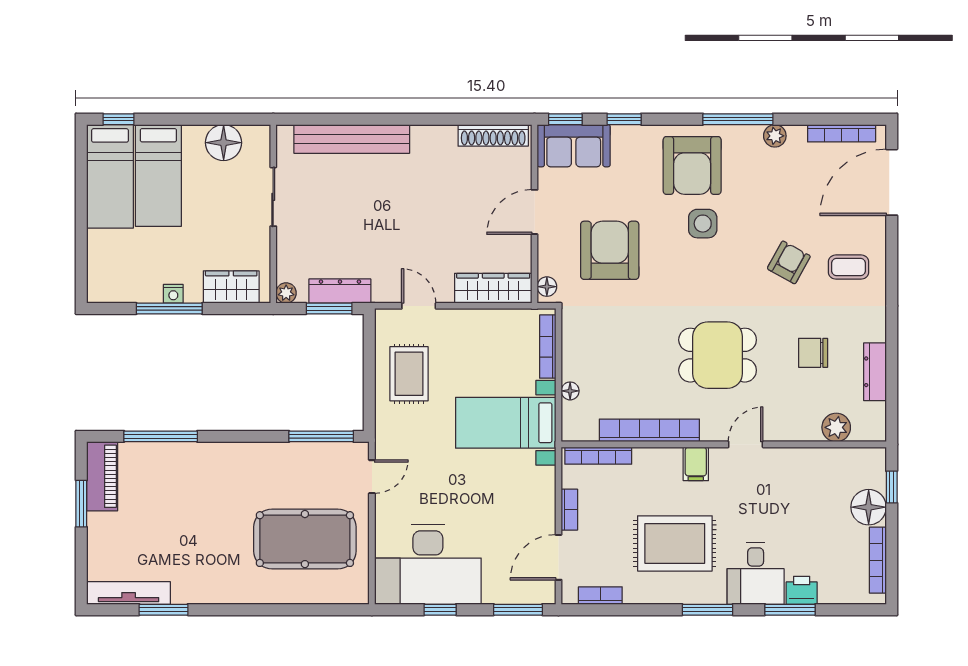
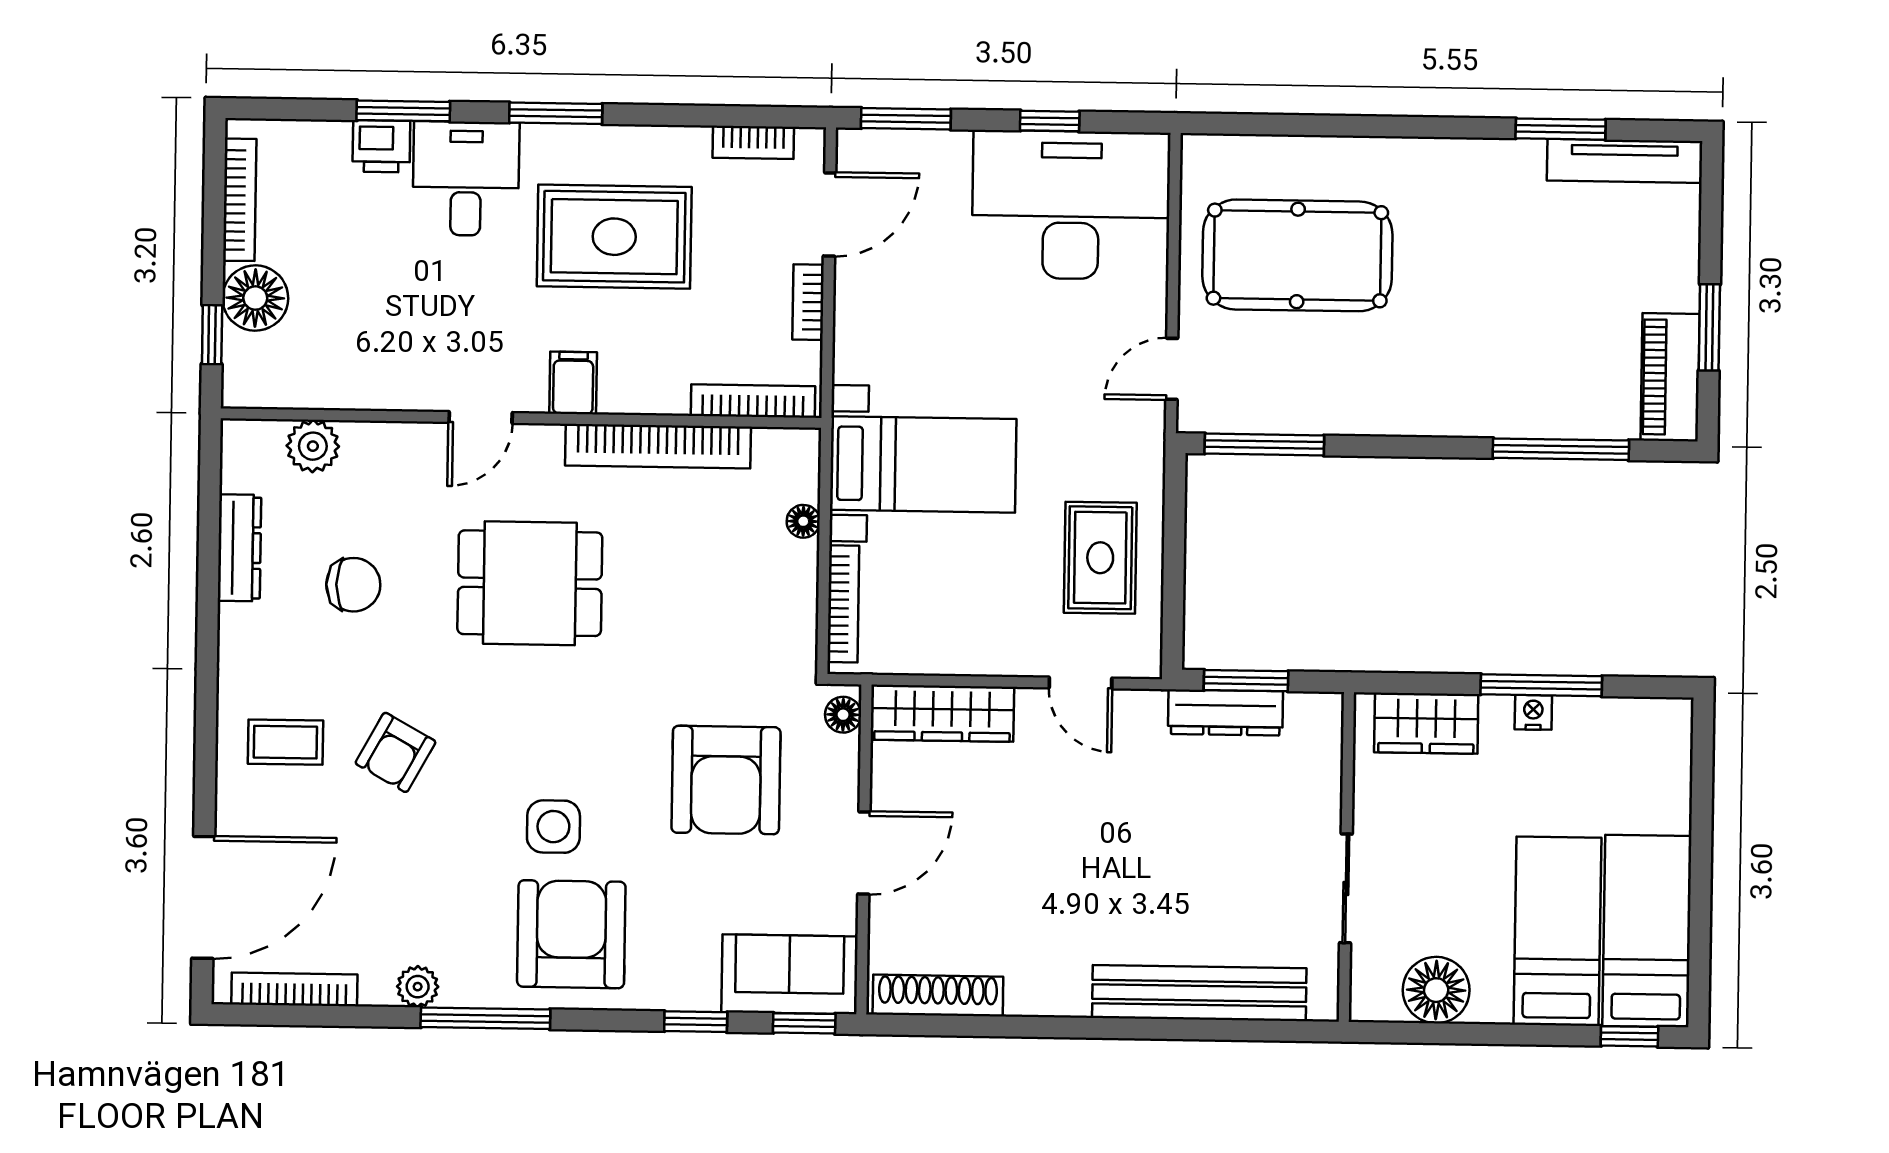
plant: (286, 293) -> (1325, 710), removed

